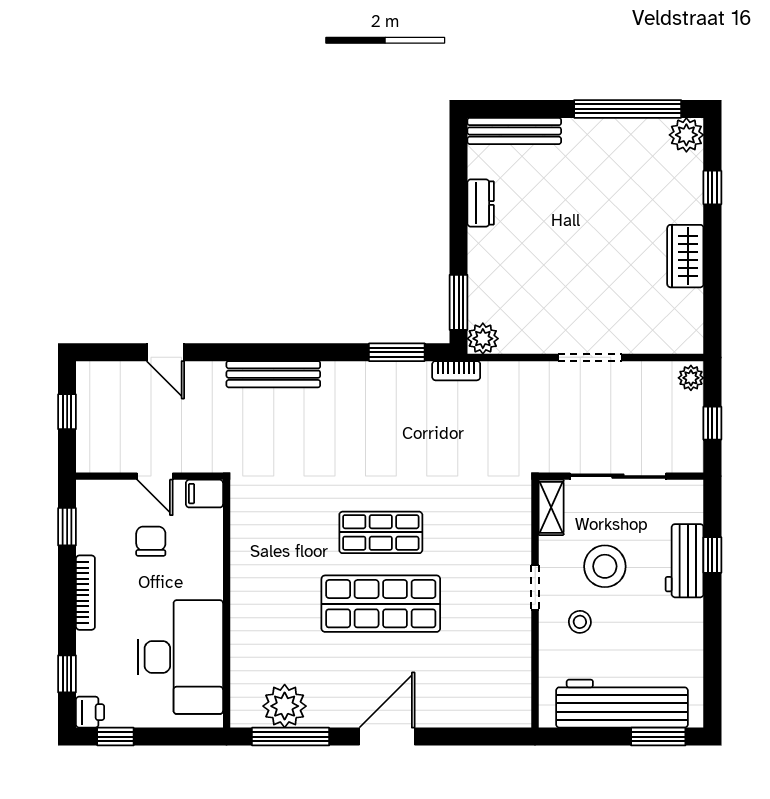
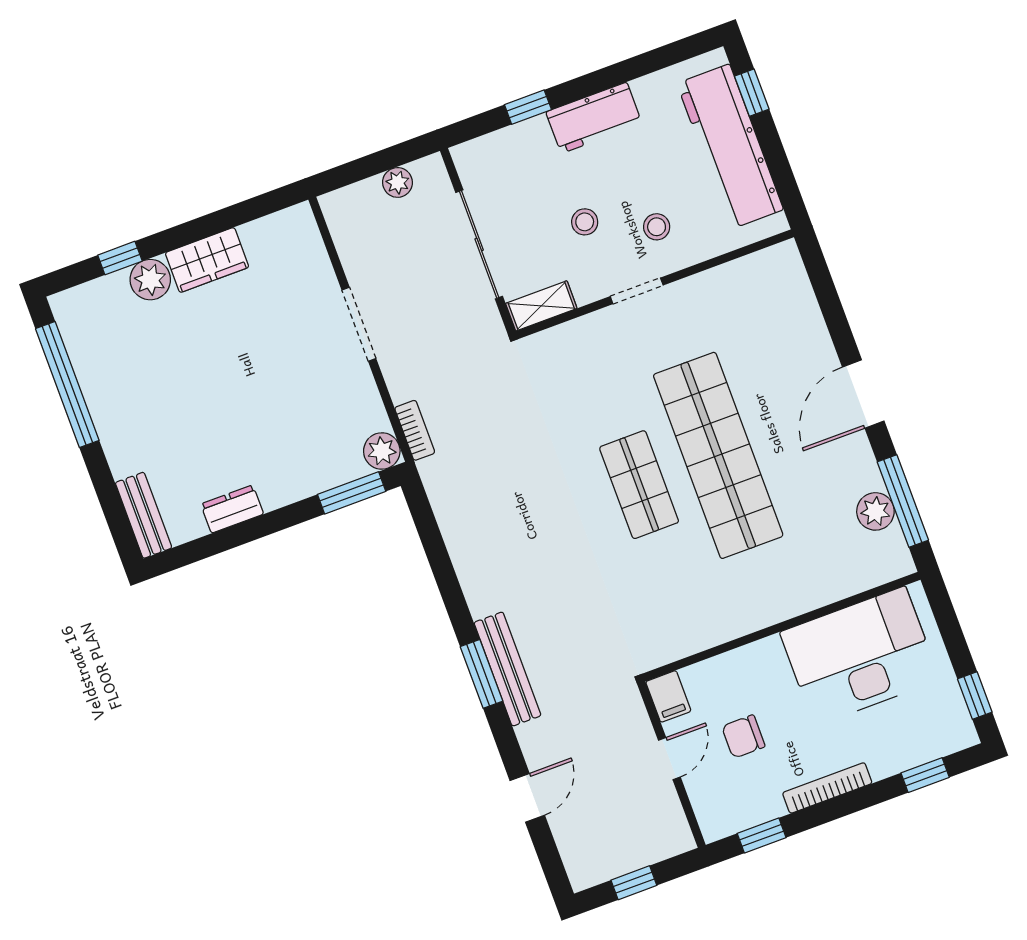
bench: (514, 131) -> (144, 515), width x0.73
plant: (686, 135) -> (150, 280), moved
window: (397, 352) -> (481, 674), moved
bookcase: (456, 371) -> (415, 430), moved
plant: (691, 378) -> (398, 182), moved
window: (712, 423) -> (381, 161), removed
workbench: (685, 561) -> (594, 118), moved
stool: (605, 566) -> (585, 222), width x0.53, depth x0.53
shop shelf: (381, 604) -> (718, 455), width x1.40
plant: (285, 706) -> (875, 511), width x0.73, depth x0.73
printer: (90, 712) -> (958, 734), removed
door: (387, 737) -> (863, 394), hinge flipped
window: (658, 737) -> (752, 93), width x0.67

